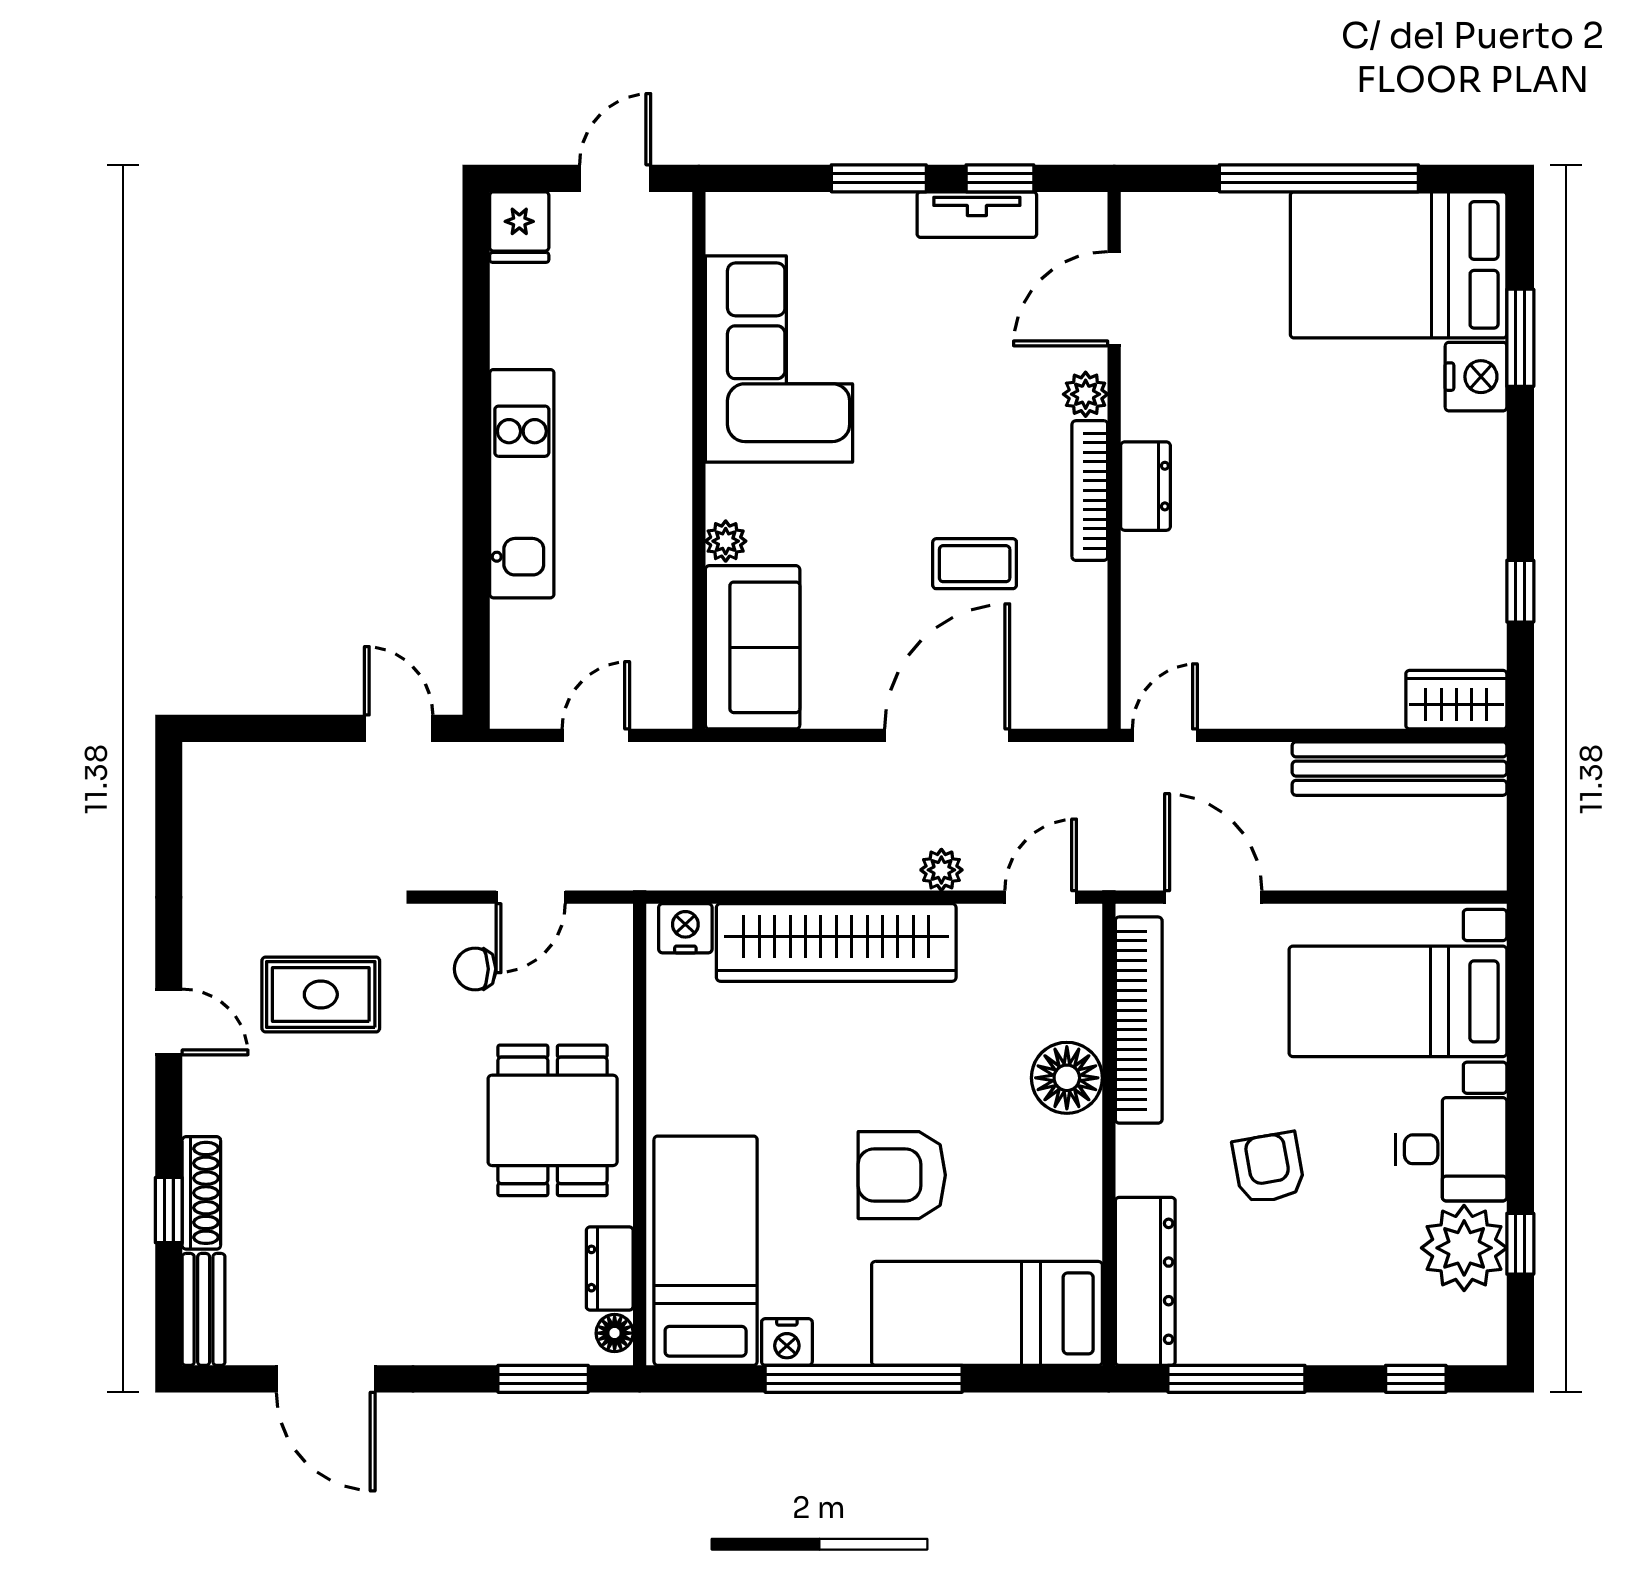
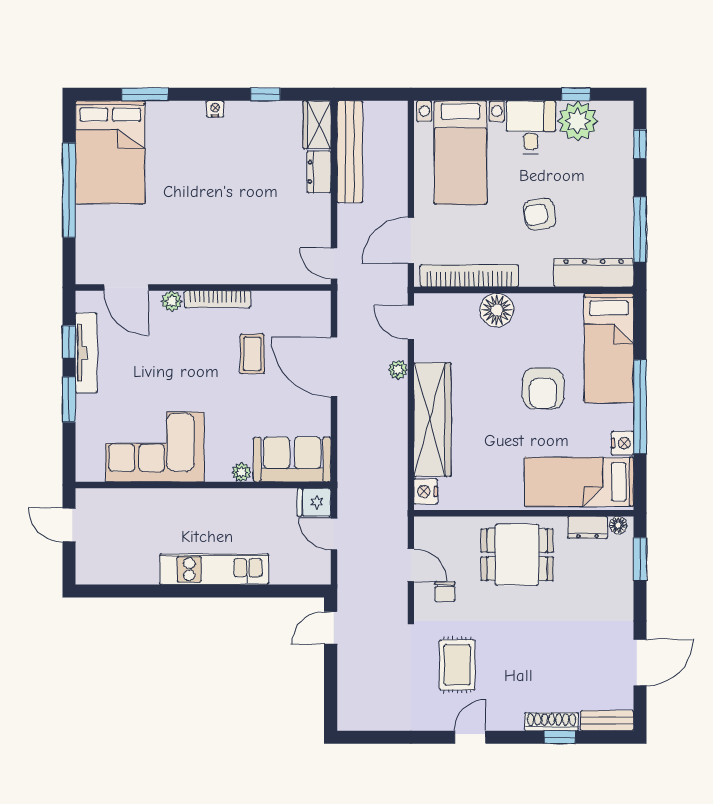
tv unit: (977, 215) -> (86, 353), width x1.41
fridge: (519, 227) -> (314, 502), moved, turned 180
nightstand: (1476, 377) -> (215, 109), moved, width x0.53, depth x0.56
dresser: (1146, 486) -> (319, 172), moved, turned -90

